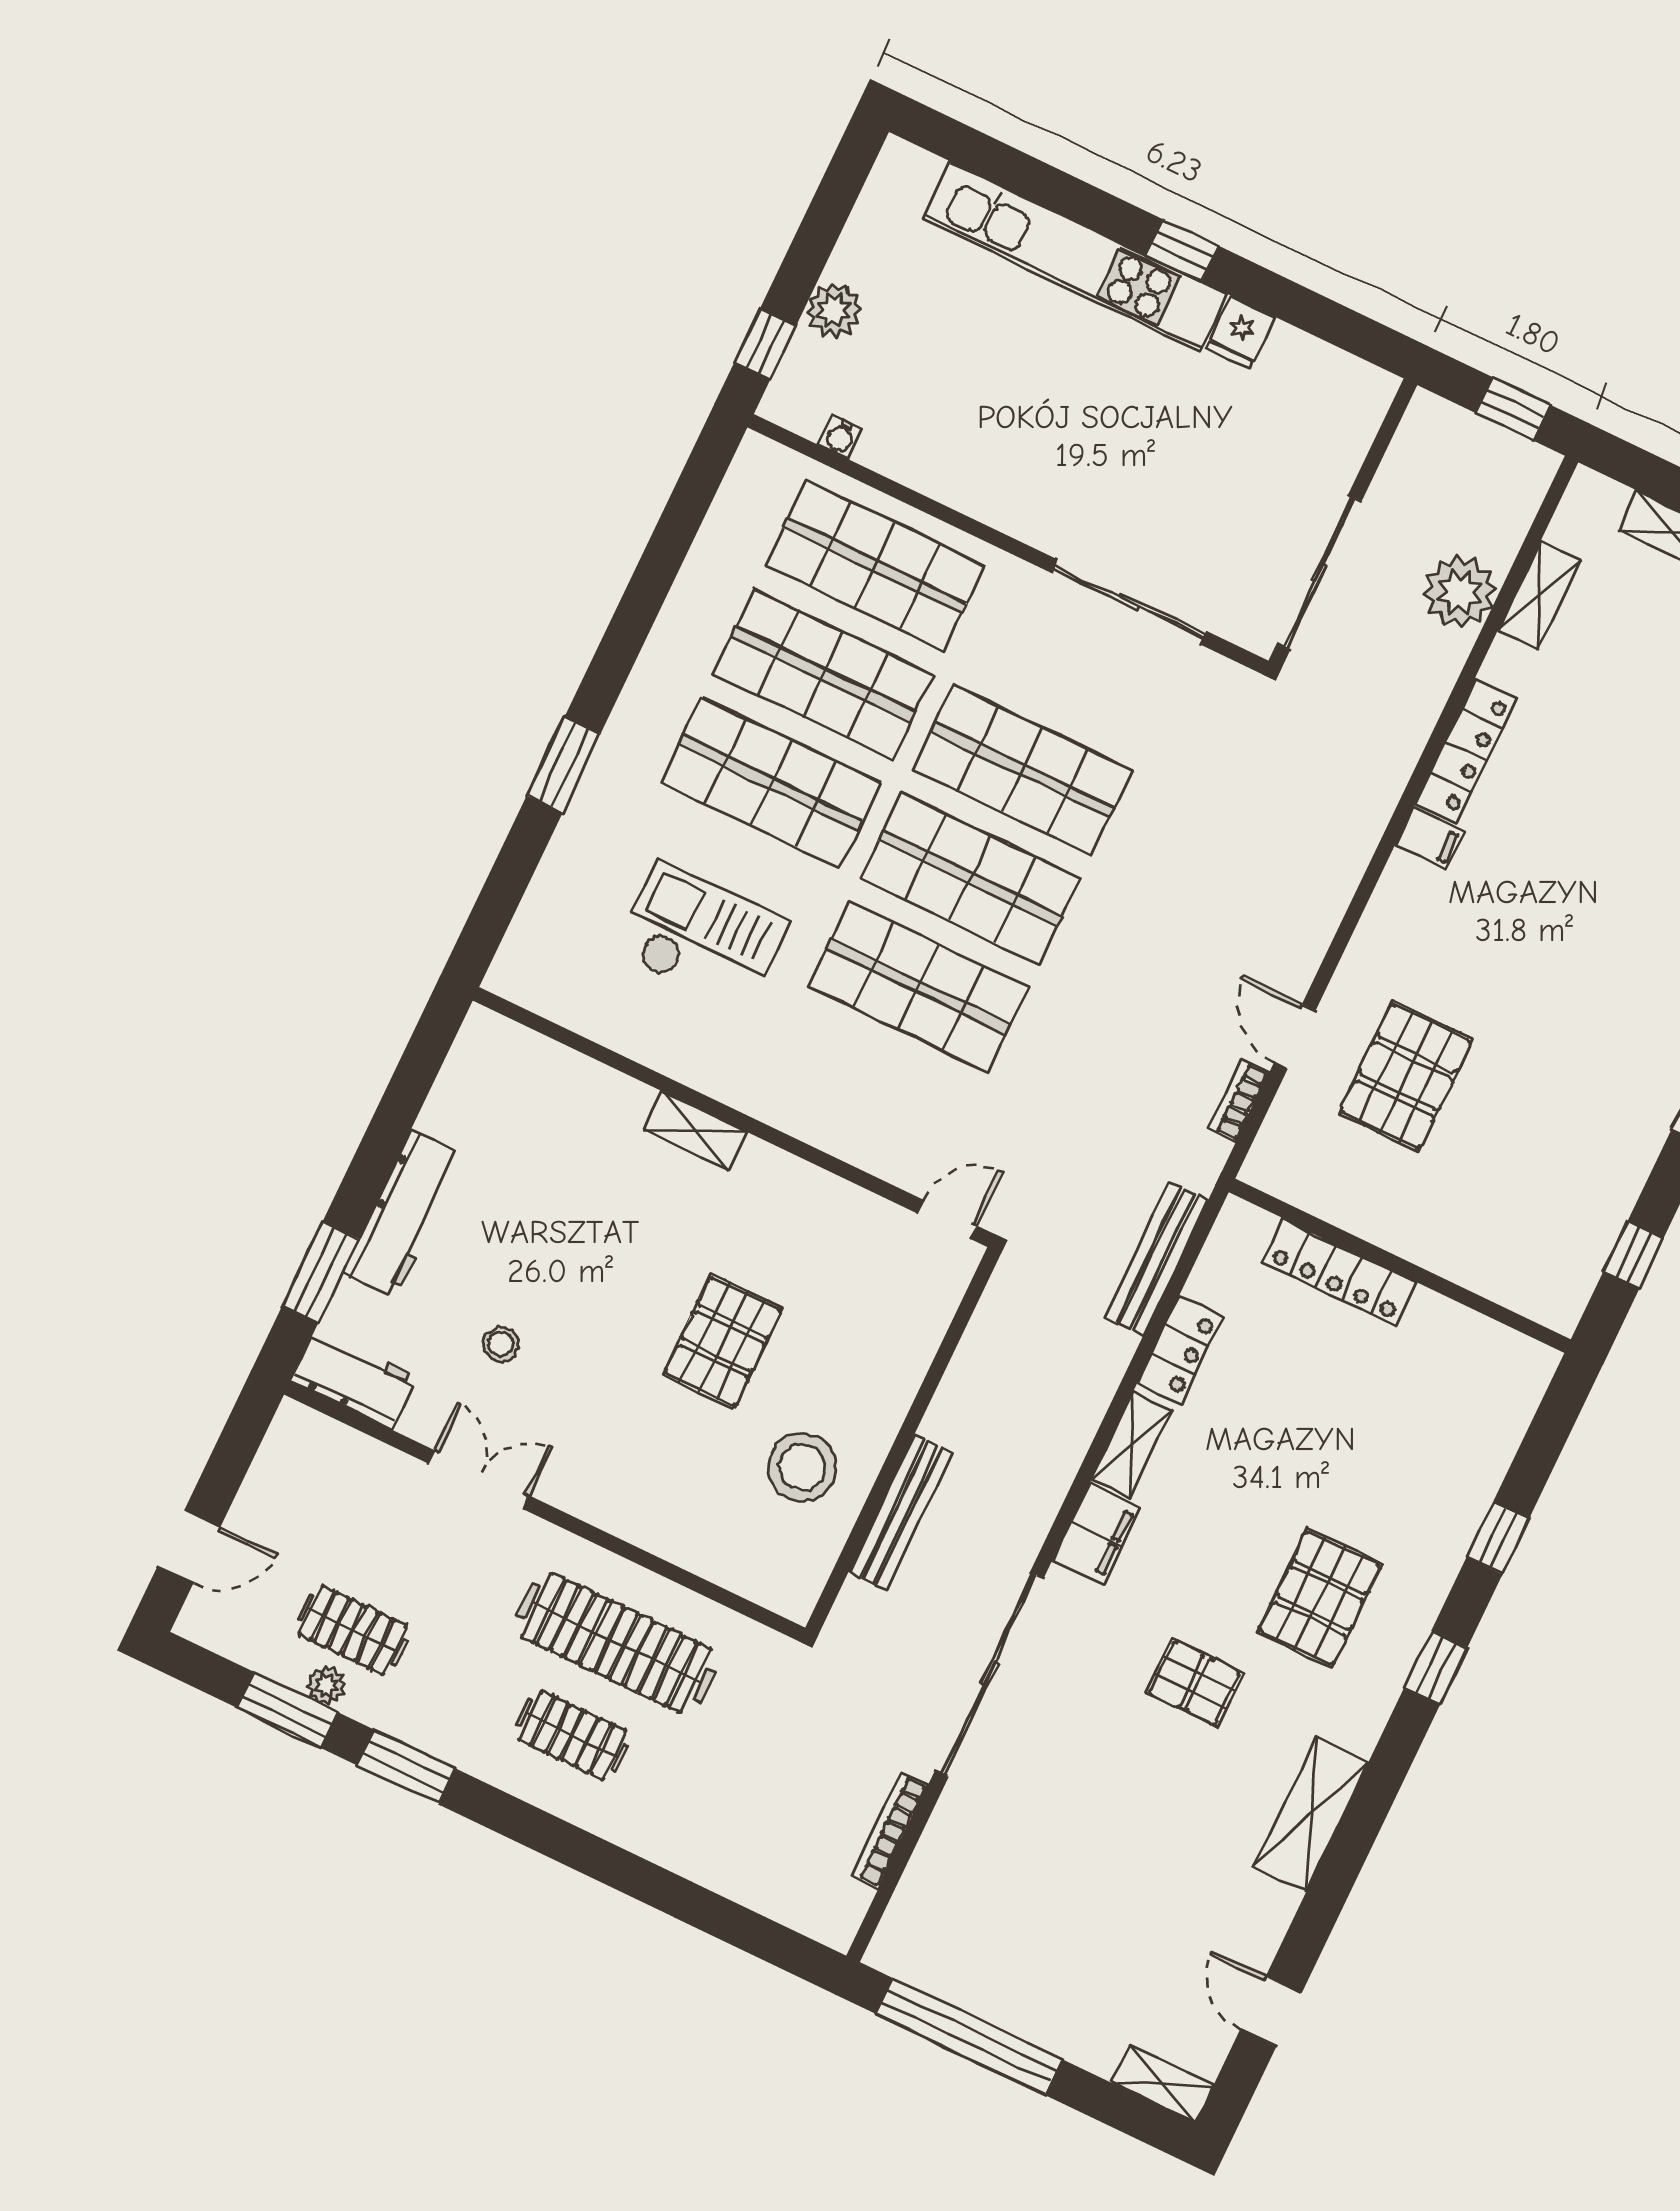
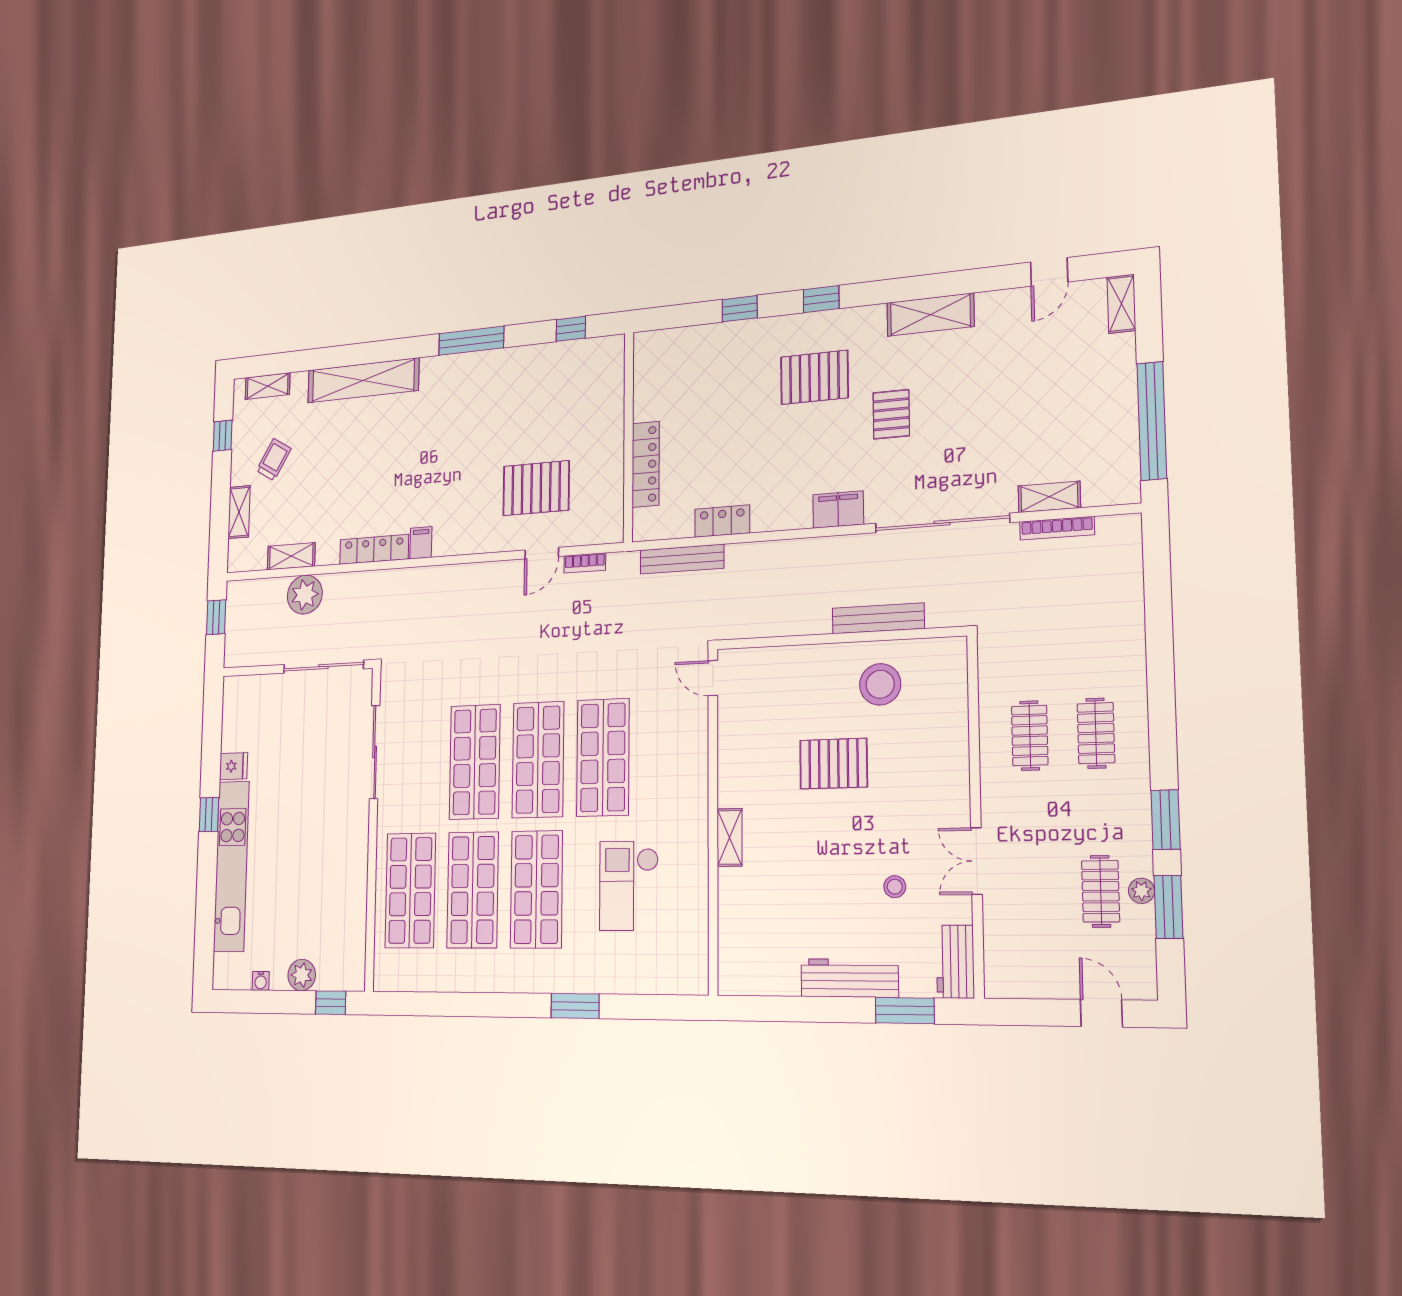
water cooler: (841, 437) -> (261, 981), moved, turned 90
shelving: (1132, 1445) -> (1049, 497), moved
clothes rail: (616, 1643) -> (1030, 736), width x0.54, depth x0.76

